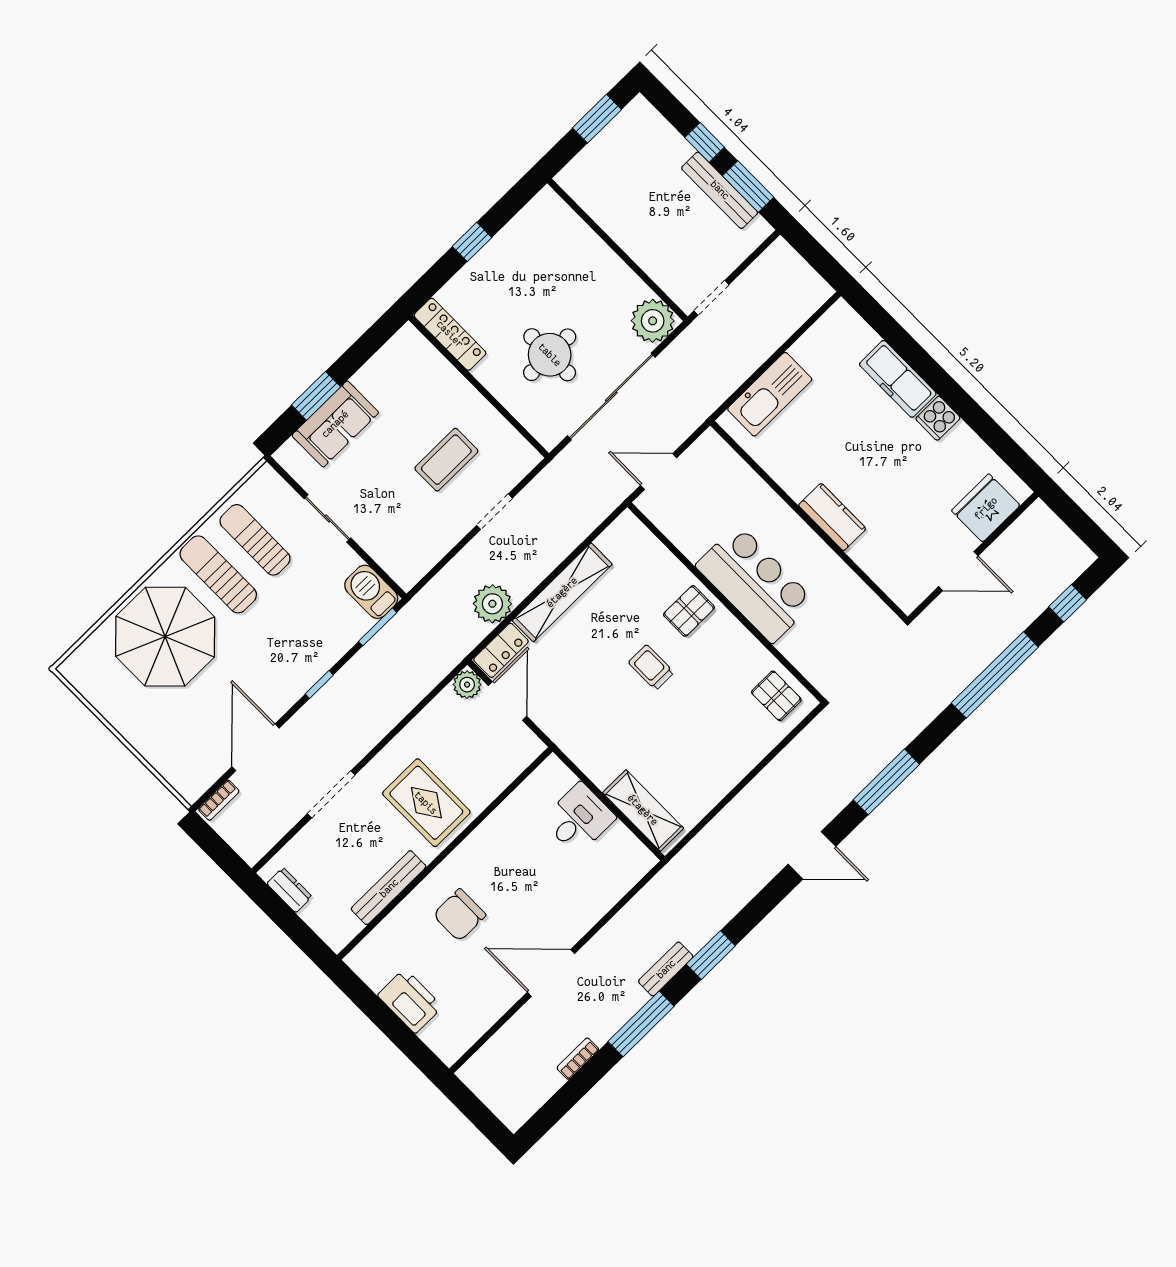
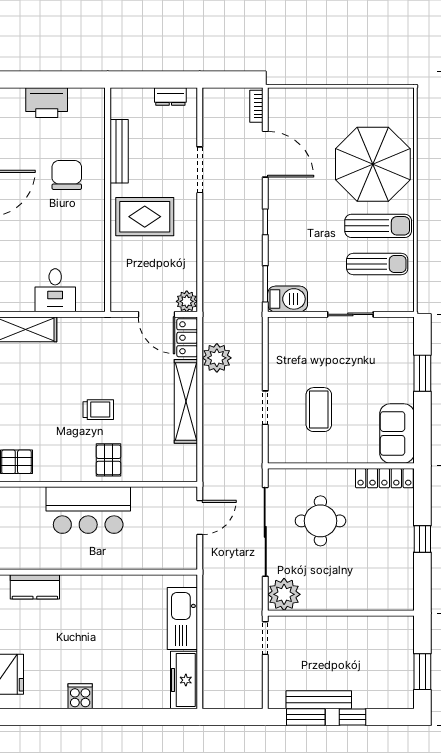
freezer: (898, 379) -> (184, 680), moved, turned -90
sofa: (335, 424) -> (397, 433), moved
kitchen counter: (832, 517) -> (35, 587), moved

